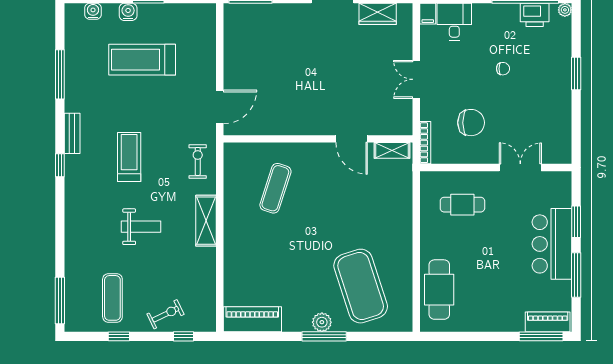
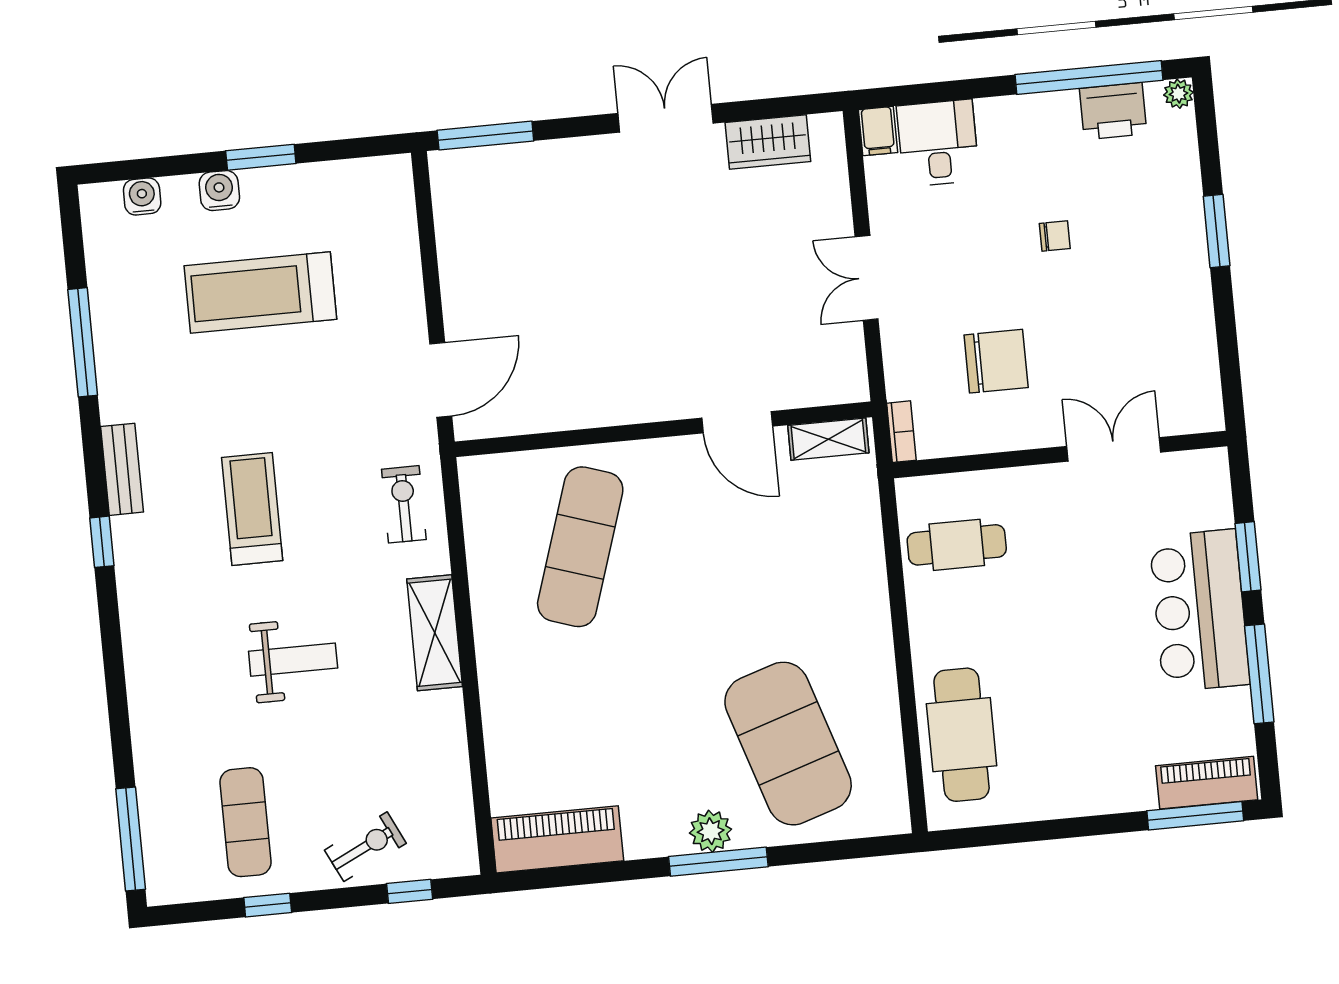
bookcase: (425, 143) -> (901, 432), width x0.64
exercise mat: (275, 188) -> (580, 547), width x1.36, depth x1.45
cafe table: (462, 205) -> (957, 545), moved

